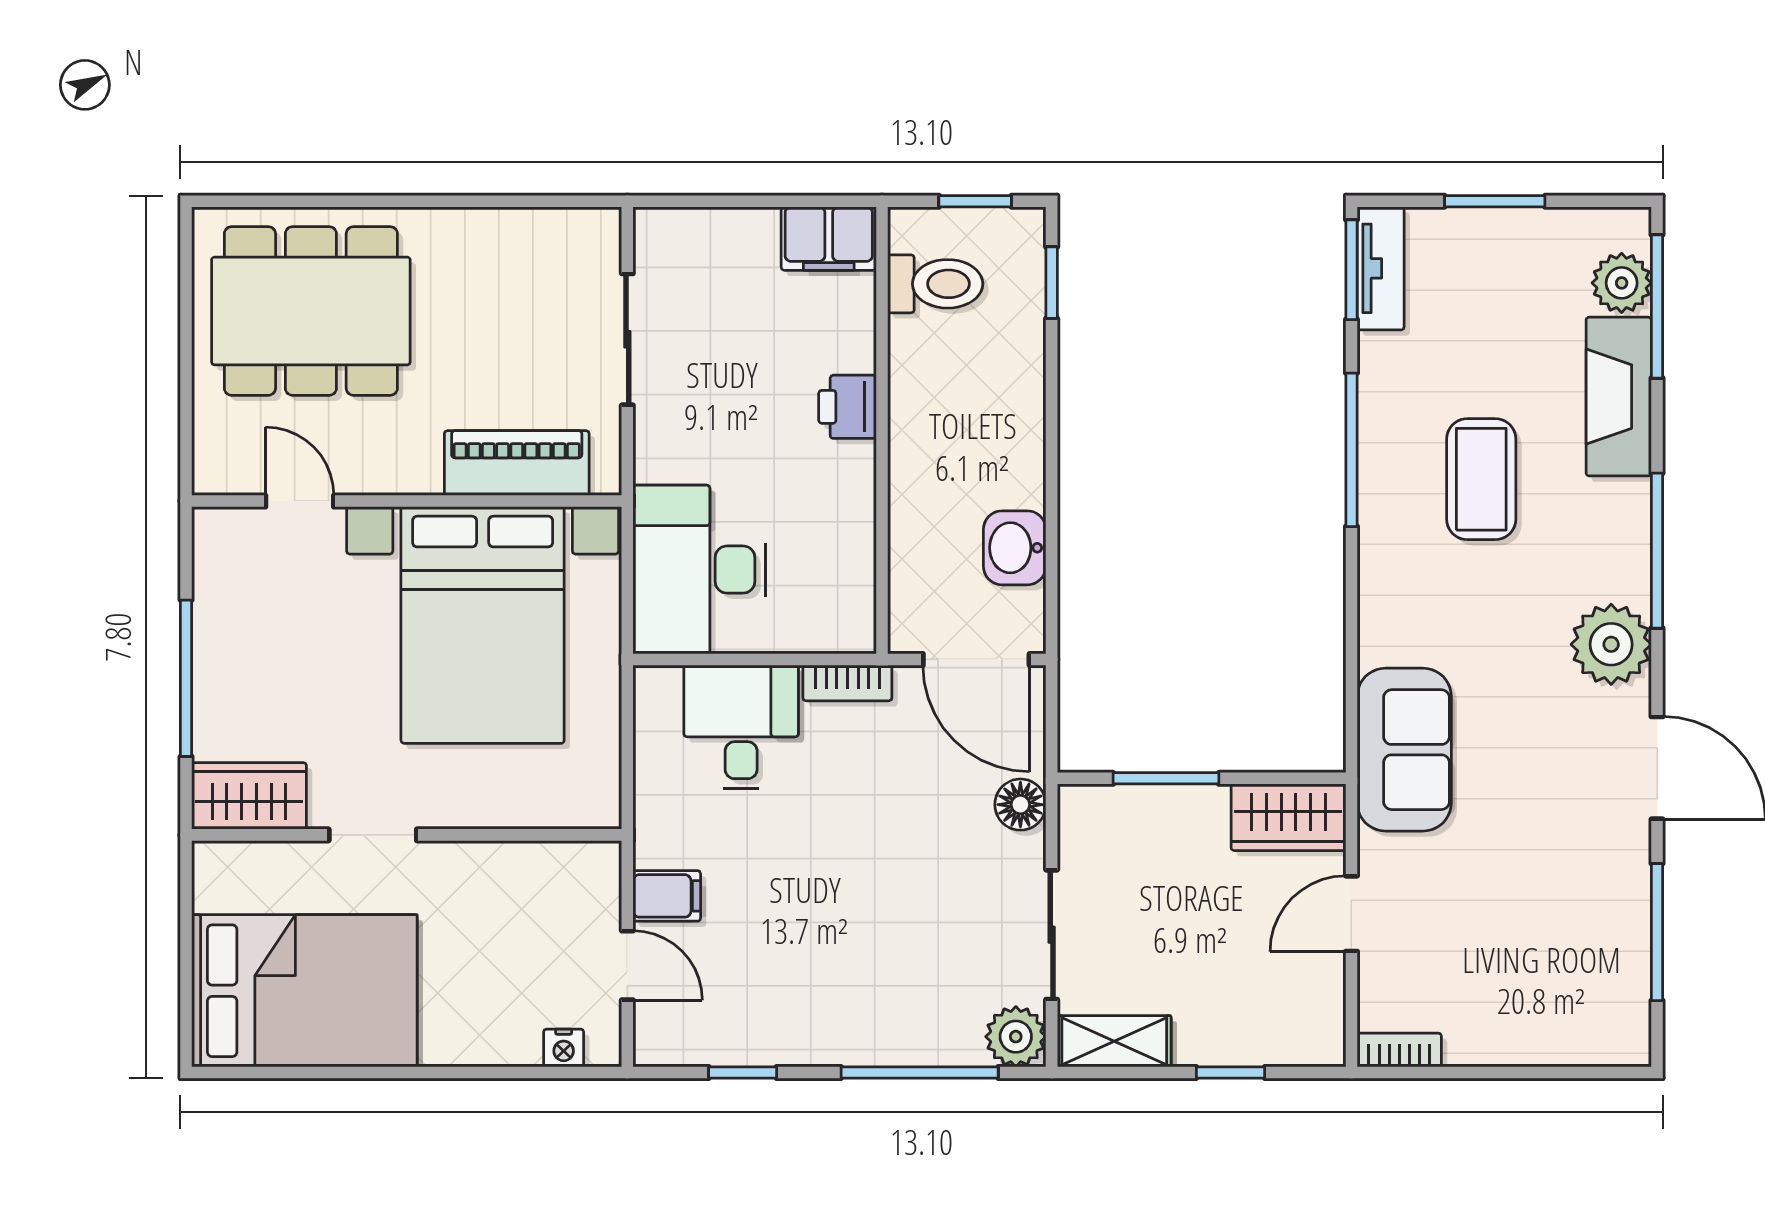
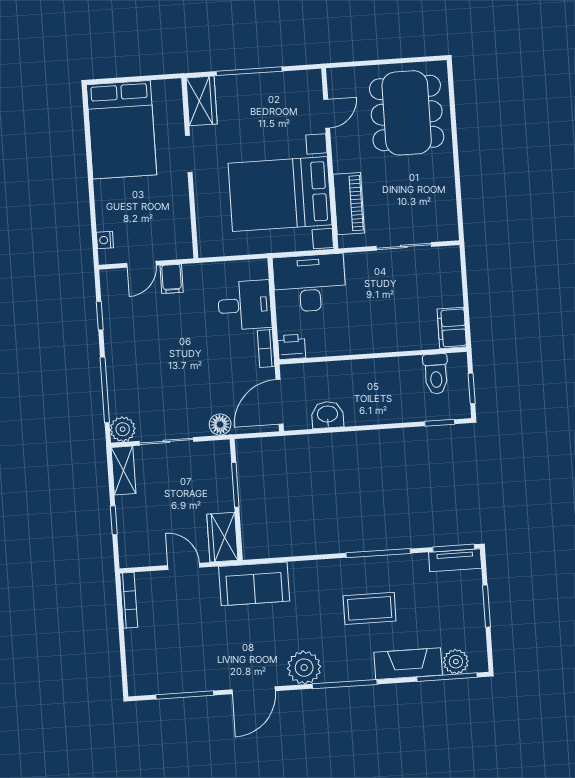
printer: (847, 407) -> (292, 347), moved
bookcase: (1399, 1050) -> (129, 600), width x1.56

